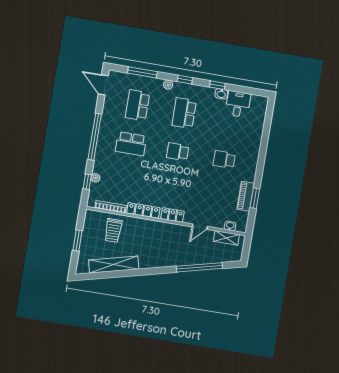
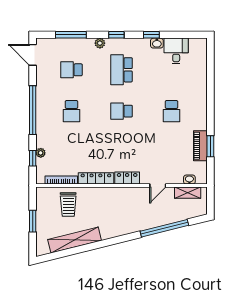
school desk: (137, 105) -> (71, 70), width x0.54
school desk: (131, 144) -> (71, 111), width x0.54
school desk: (224, 160) -> (172, 111), turned -90

